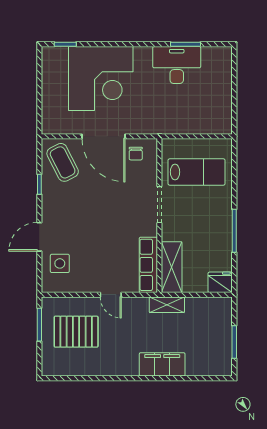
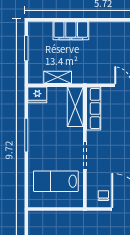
shelving: (167, 305) -> (58, 77), moved
filing cabinet: (162, 364) -> (71, 31), moved

